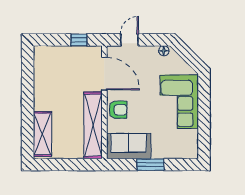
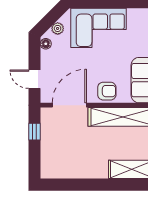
plant: (179, 62) -> (58, 28), added
armchair: (118, 110) -> (107, 91), turned 90

